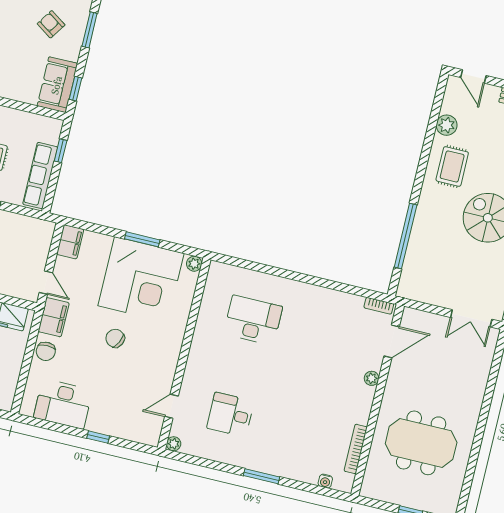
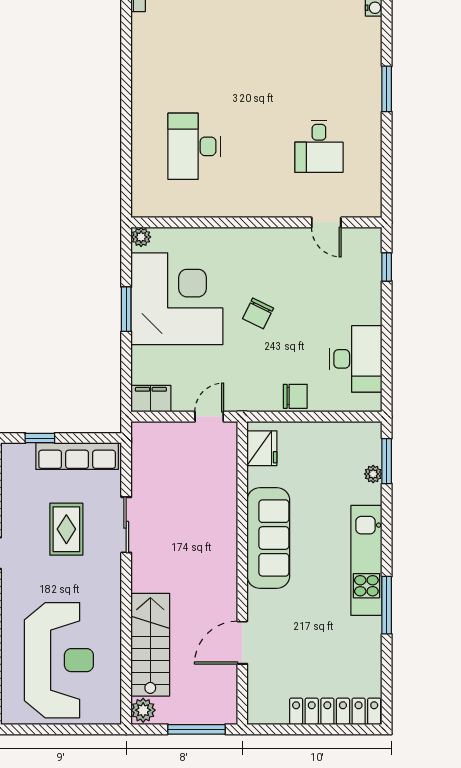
filing cabinet: (54, 317) -> (250, 397), removed
window: (98, 437) -> (387, 267), moved
plant: (174, 444) -> (372, 209), removed

